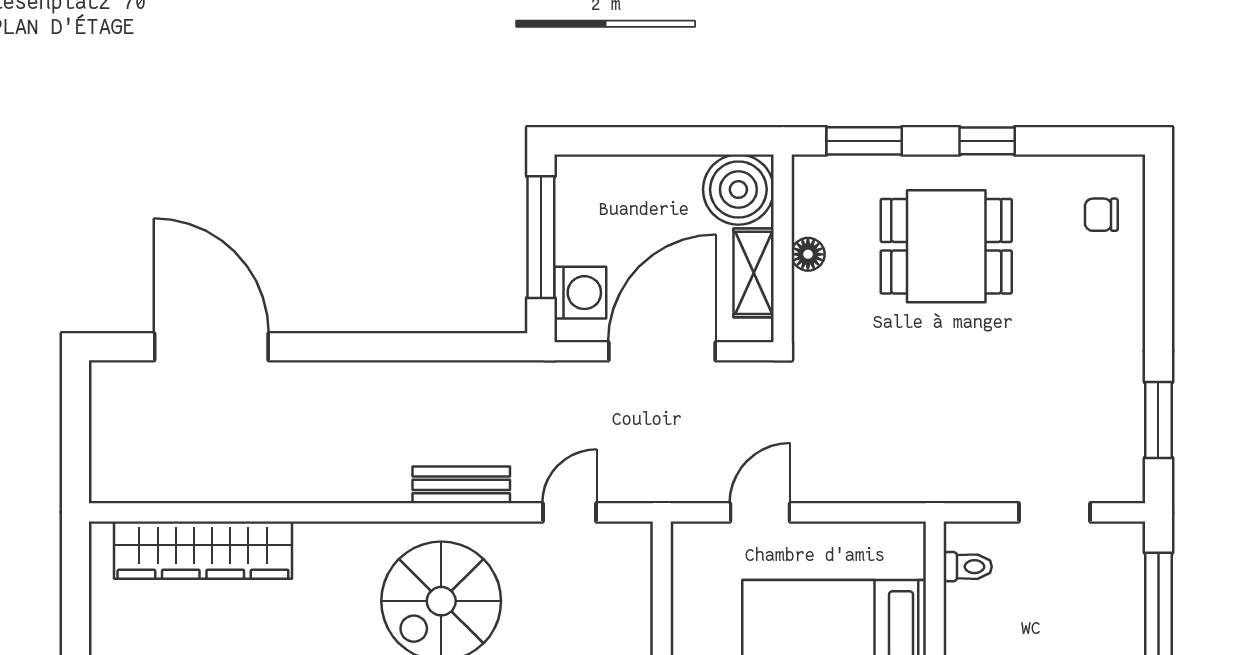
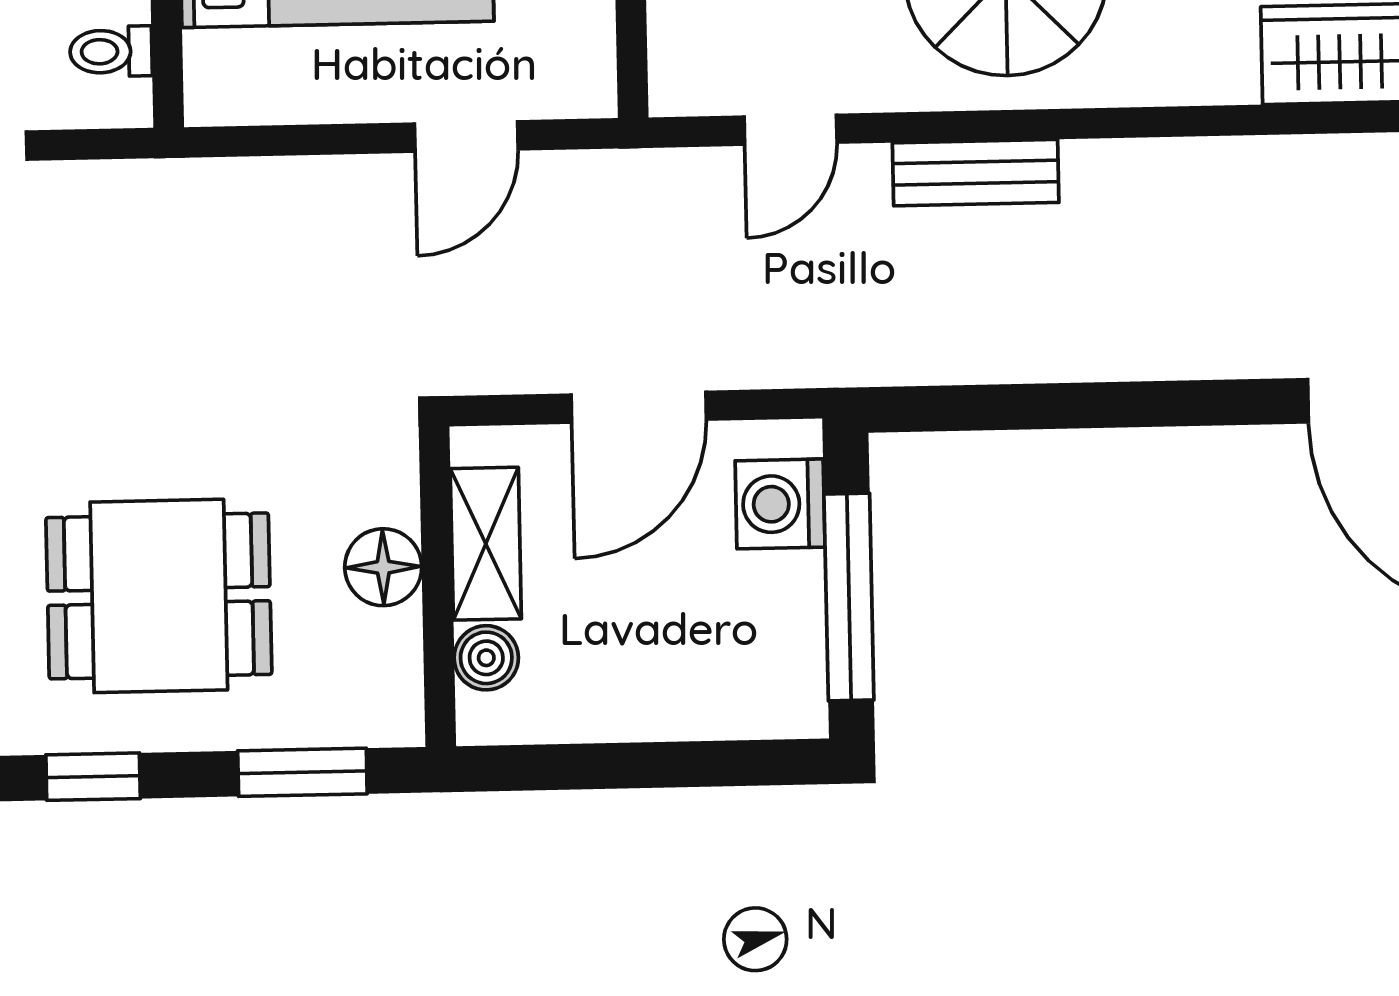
boiler: (738, 190) -> (486, 658), width x0.54, depth x0.54
floor lamp: (808, 254) -> (383, 567), width x1.37, depth x1.37
door: (662, 351) -> (639, 407), width x0.73

